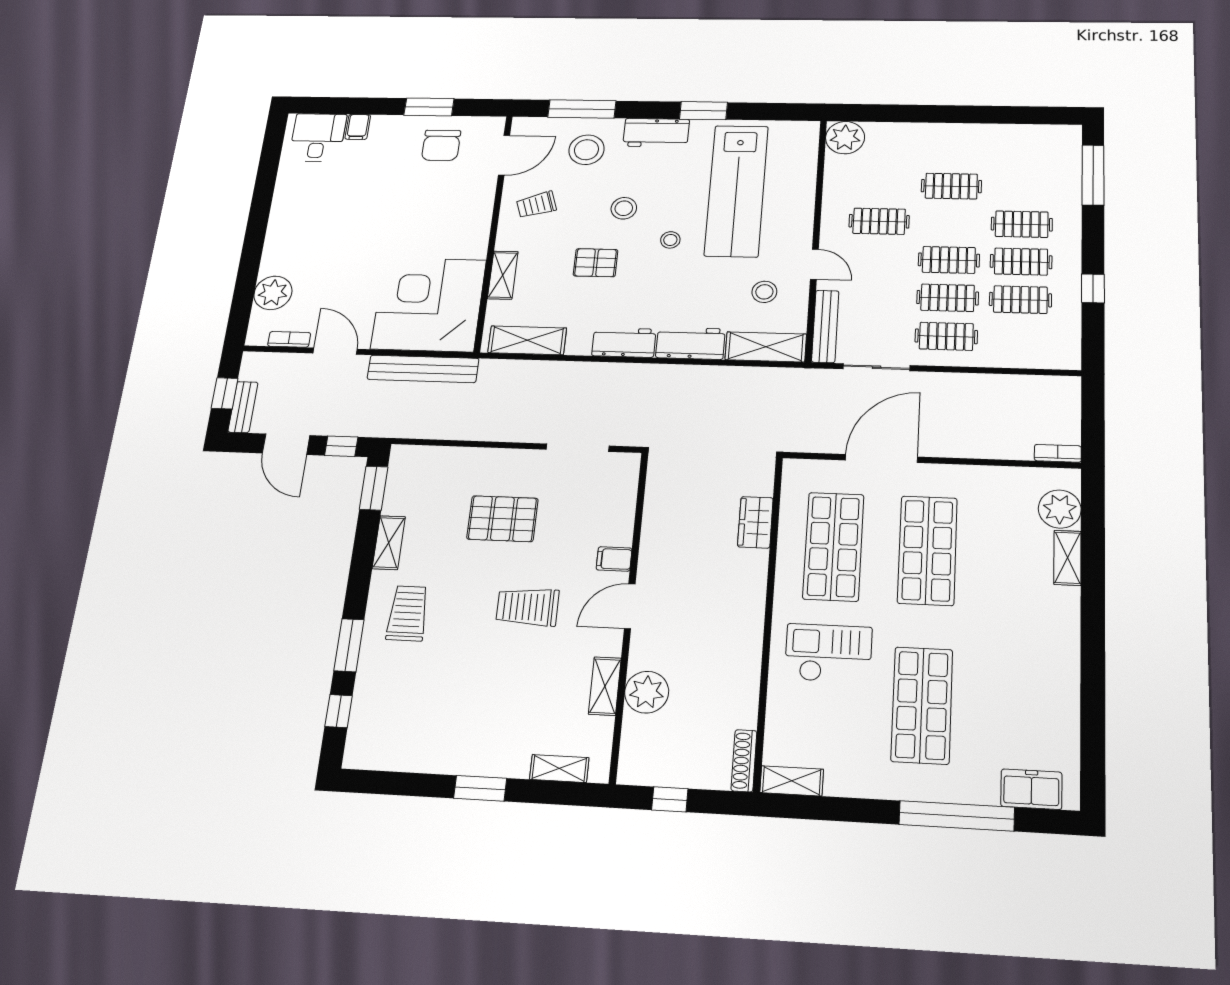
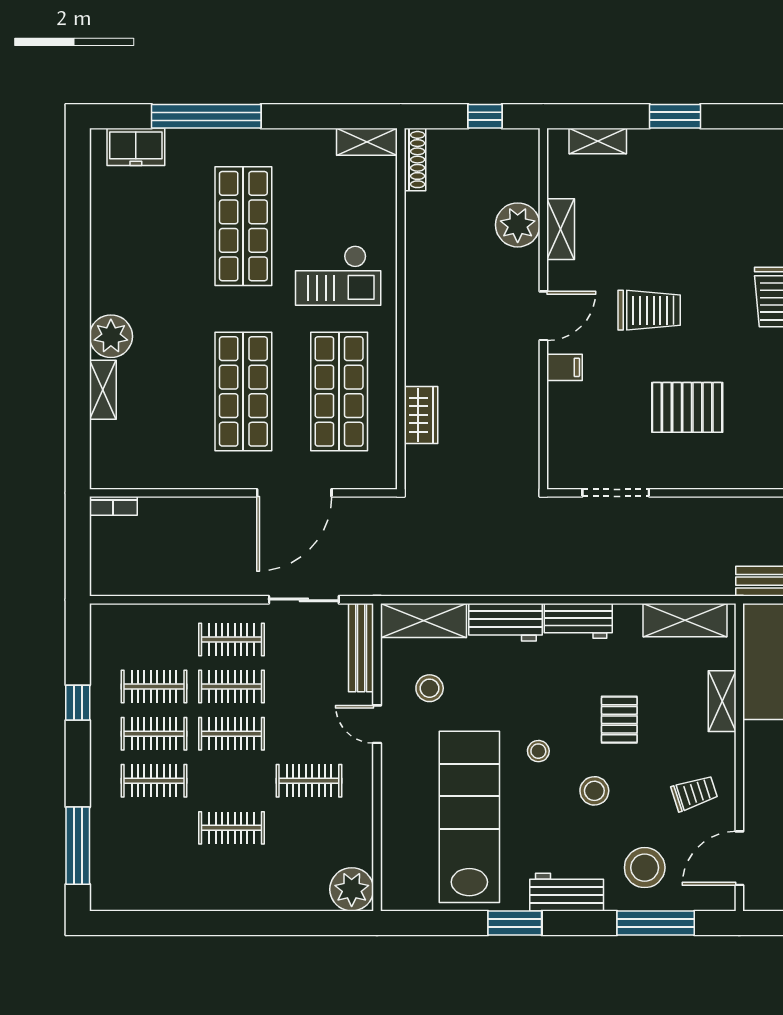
pallet: (596, 263) -> (619, 720), turned 90
plant: (1060, 509) -> (111, 336), moved

